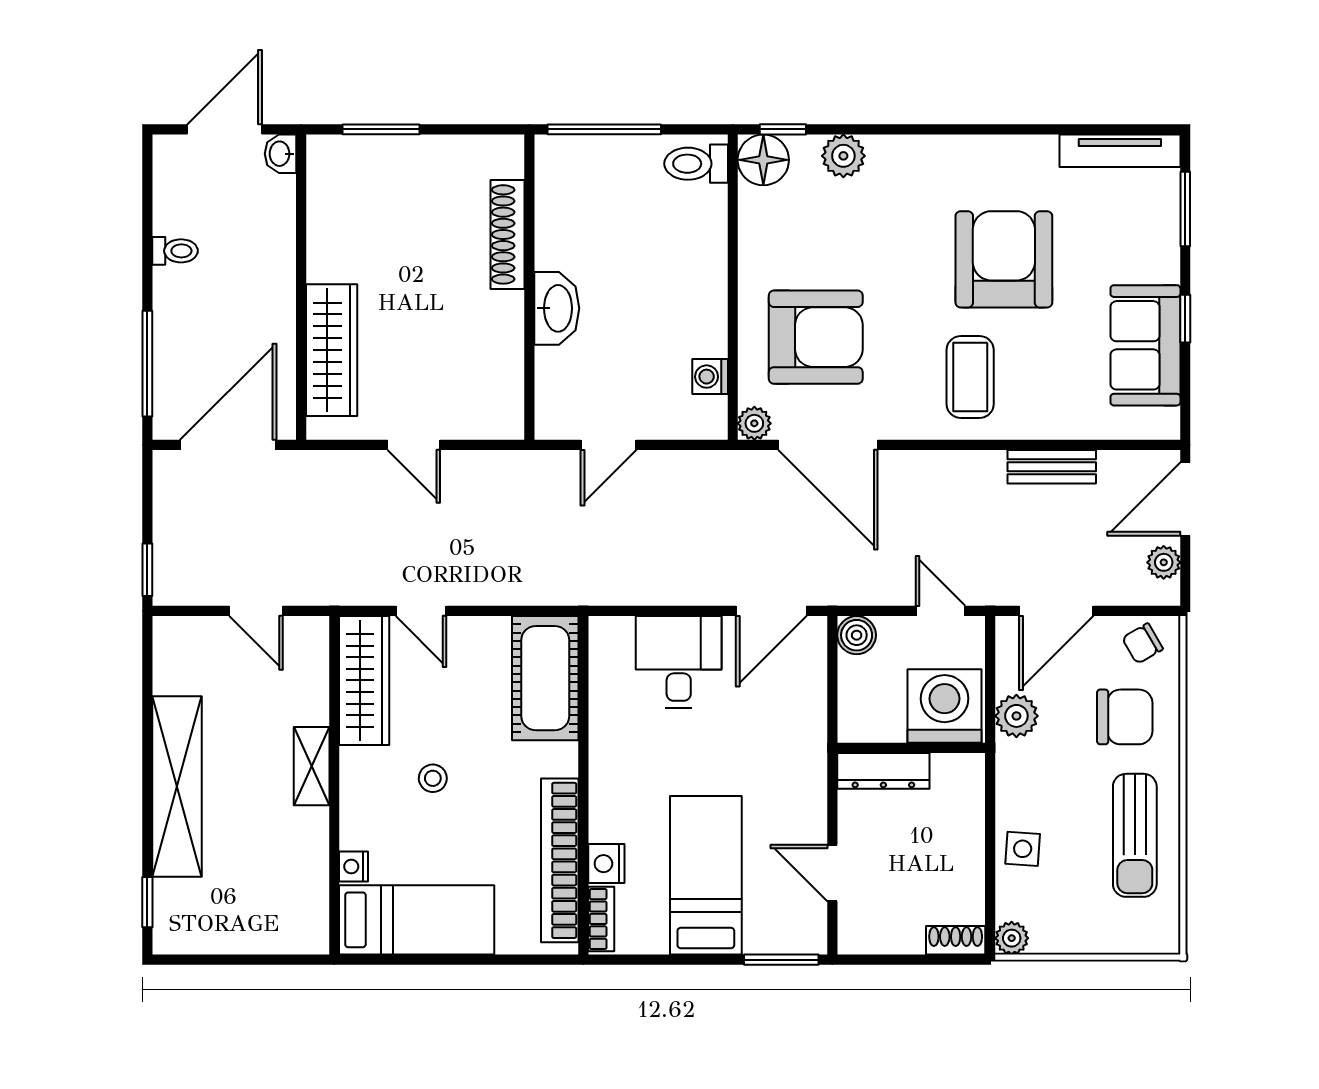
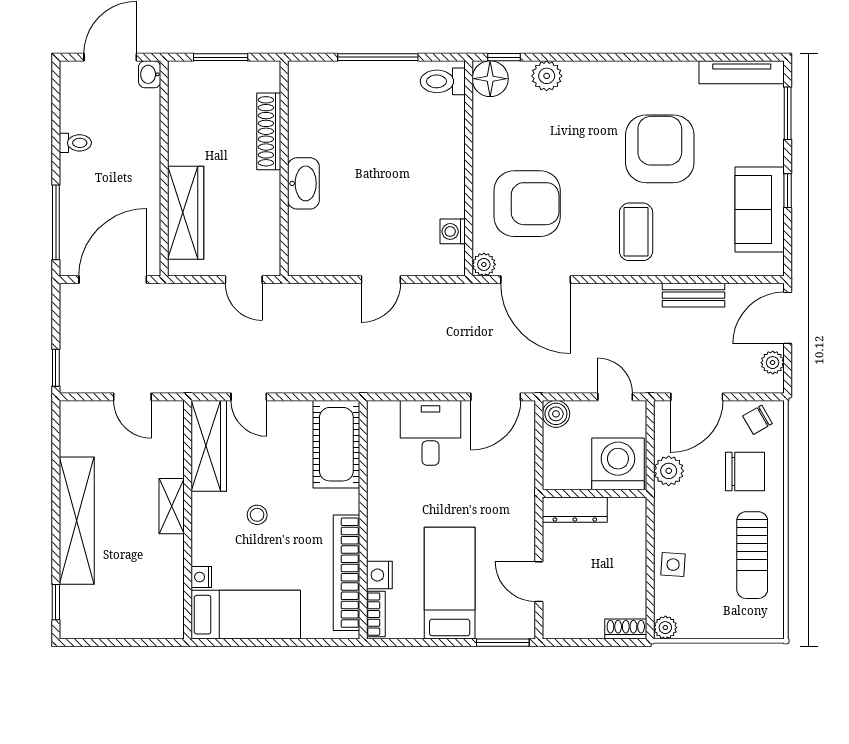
shoe rack: (508, 234) -> (269, 131), moved
wall: (529, 287) -> (284, 168), moved
washbasin: (557, 308) -> (303, 183), moved

